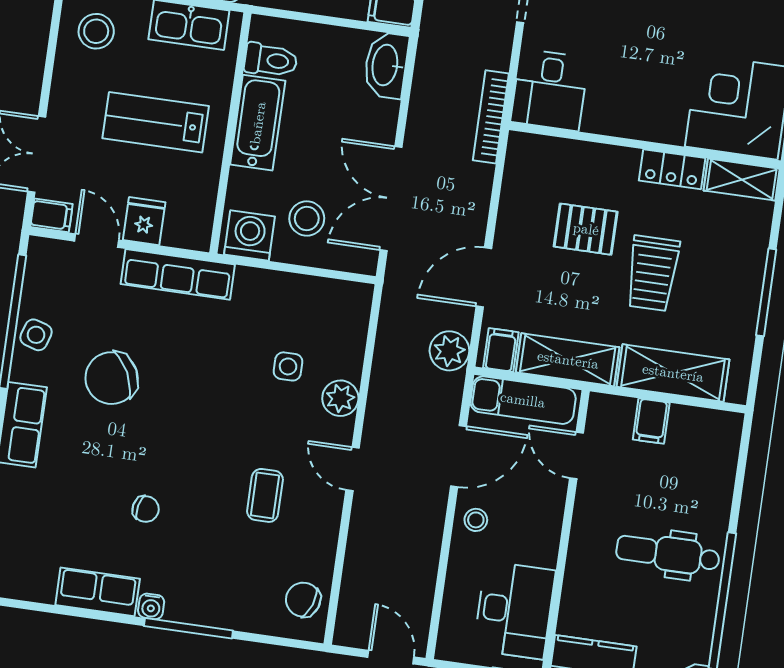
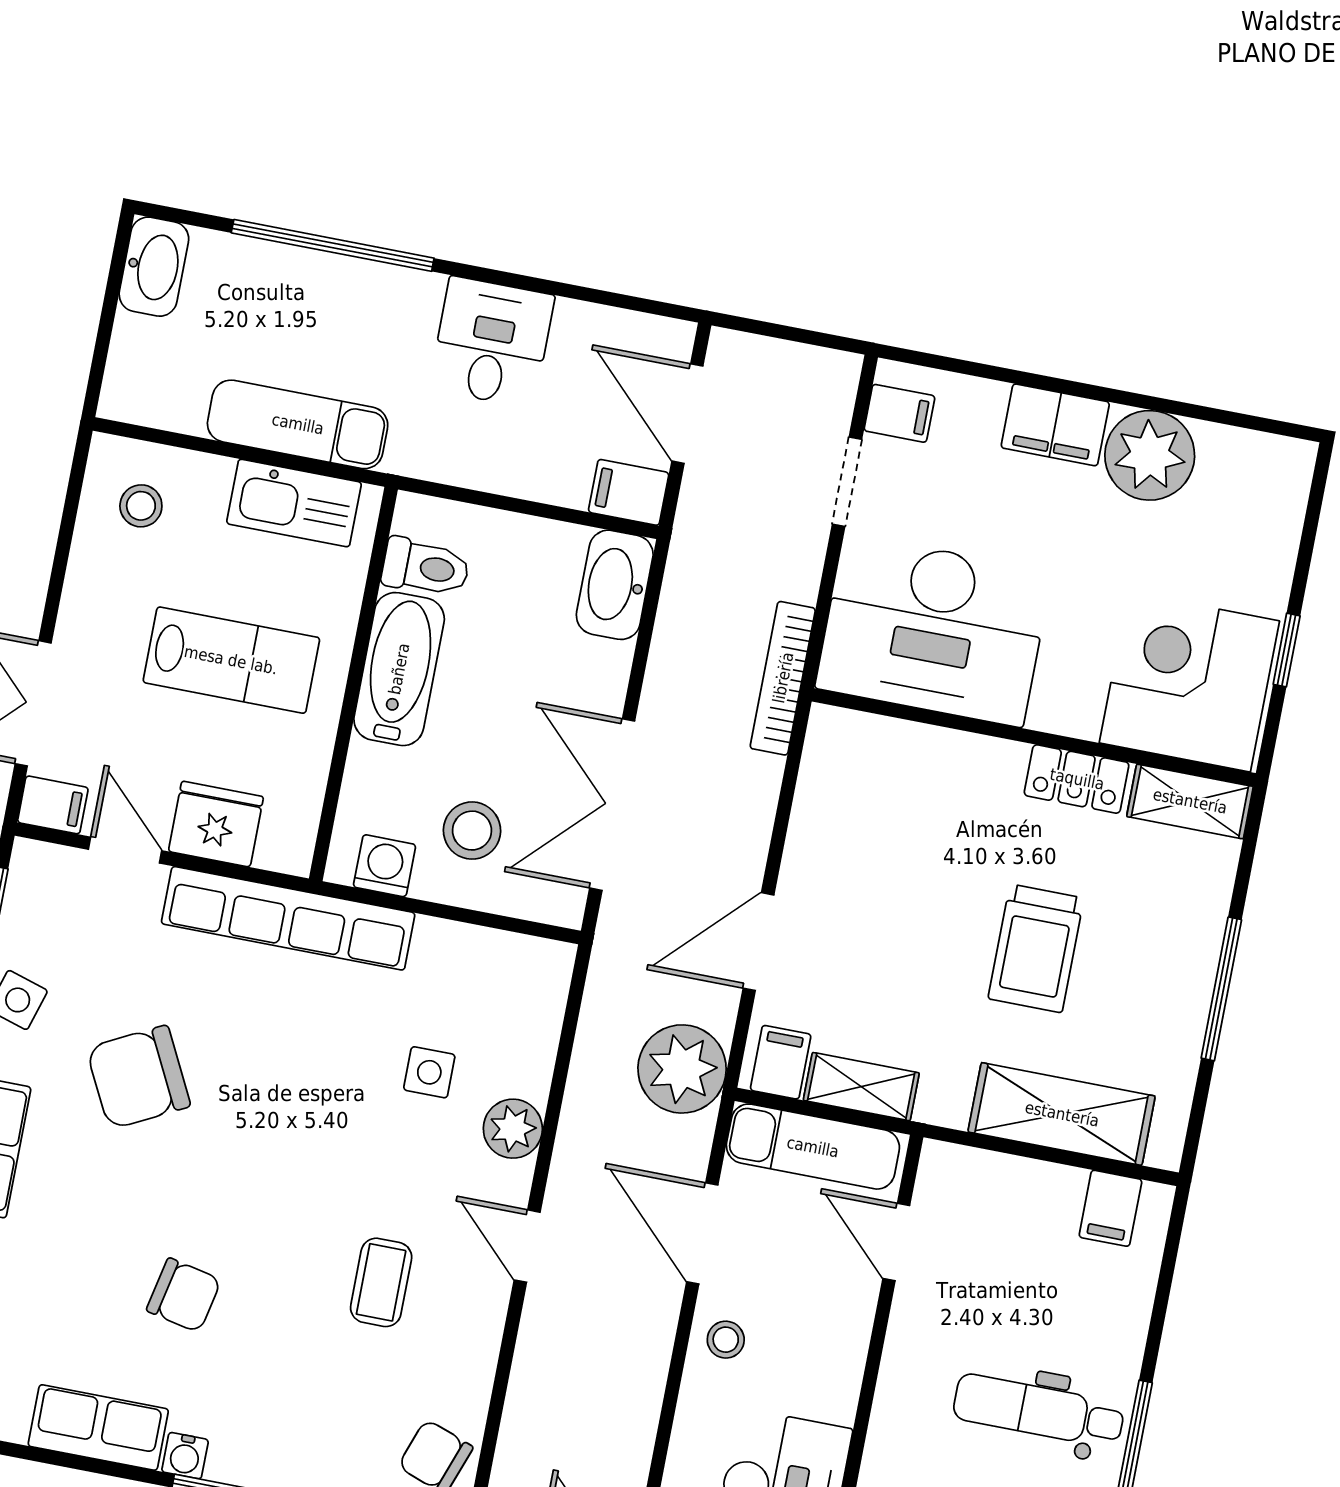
stool: (96, 31) -> (141, 506), width x0.73, depth x0.73
desk: (550, 90) -> (934, 630), width x1.87, depth x1.30
lab bench: (156, 122) -> (231, 660), turned 180
fridge: (144, 221) -> (216, 824), width x1.38
pallet: (586, 229) -> (930, 870), removed
washing machine: (249, 235) -> (385, 866), width x0.73, depth x0.73
row of seats: (178, 274) -> (288, 918), width x1.36
plant: (449, 351) -> (682, 1069), width x1.36, depth x1.36
shelving: (568, 360) -> (861, 1087), width x0.67, depth x0.75
filing cabinet: (651, 421) -> (1110, 1208), moved
door: (458, 456) -> (702, 1233), swing flipped
chair: (146, 509) -> (184, 1295), width x1.37, depth x1.37

